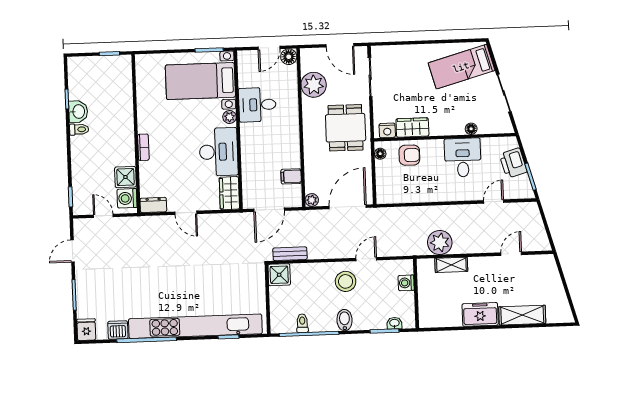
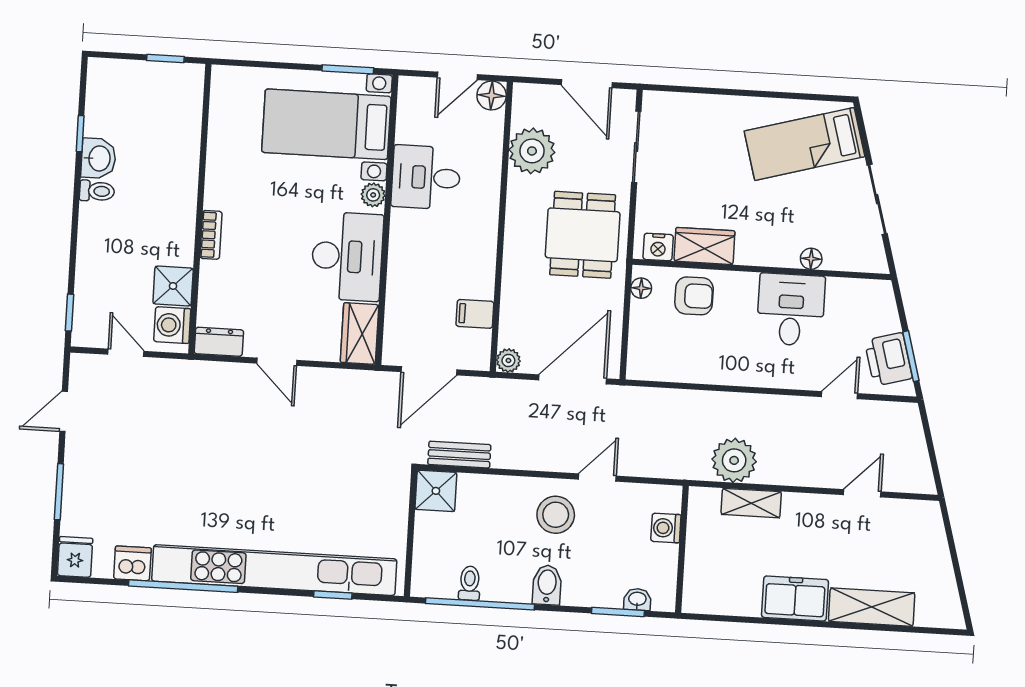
printer: (513, 163) -> (888, 359), moved

